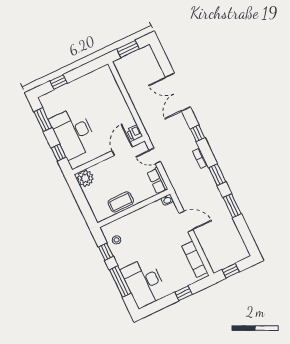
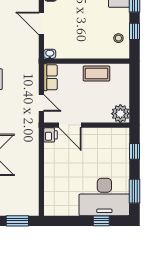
desk: (73, 133) -> (104, 197), moved, turned 90
door: (122, 149) -> (70, 125), hinge flipped

